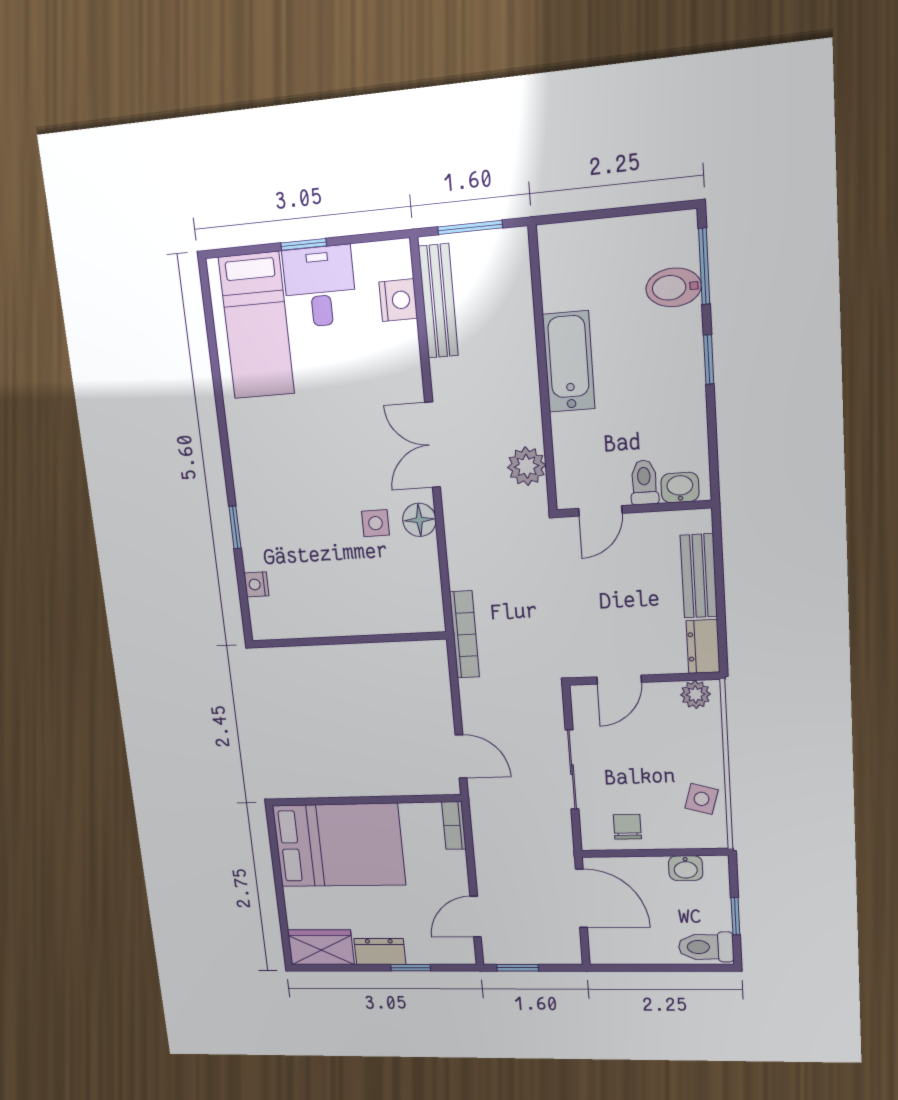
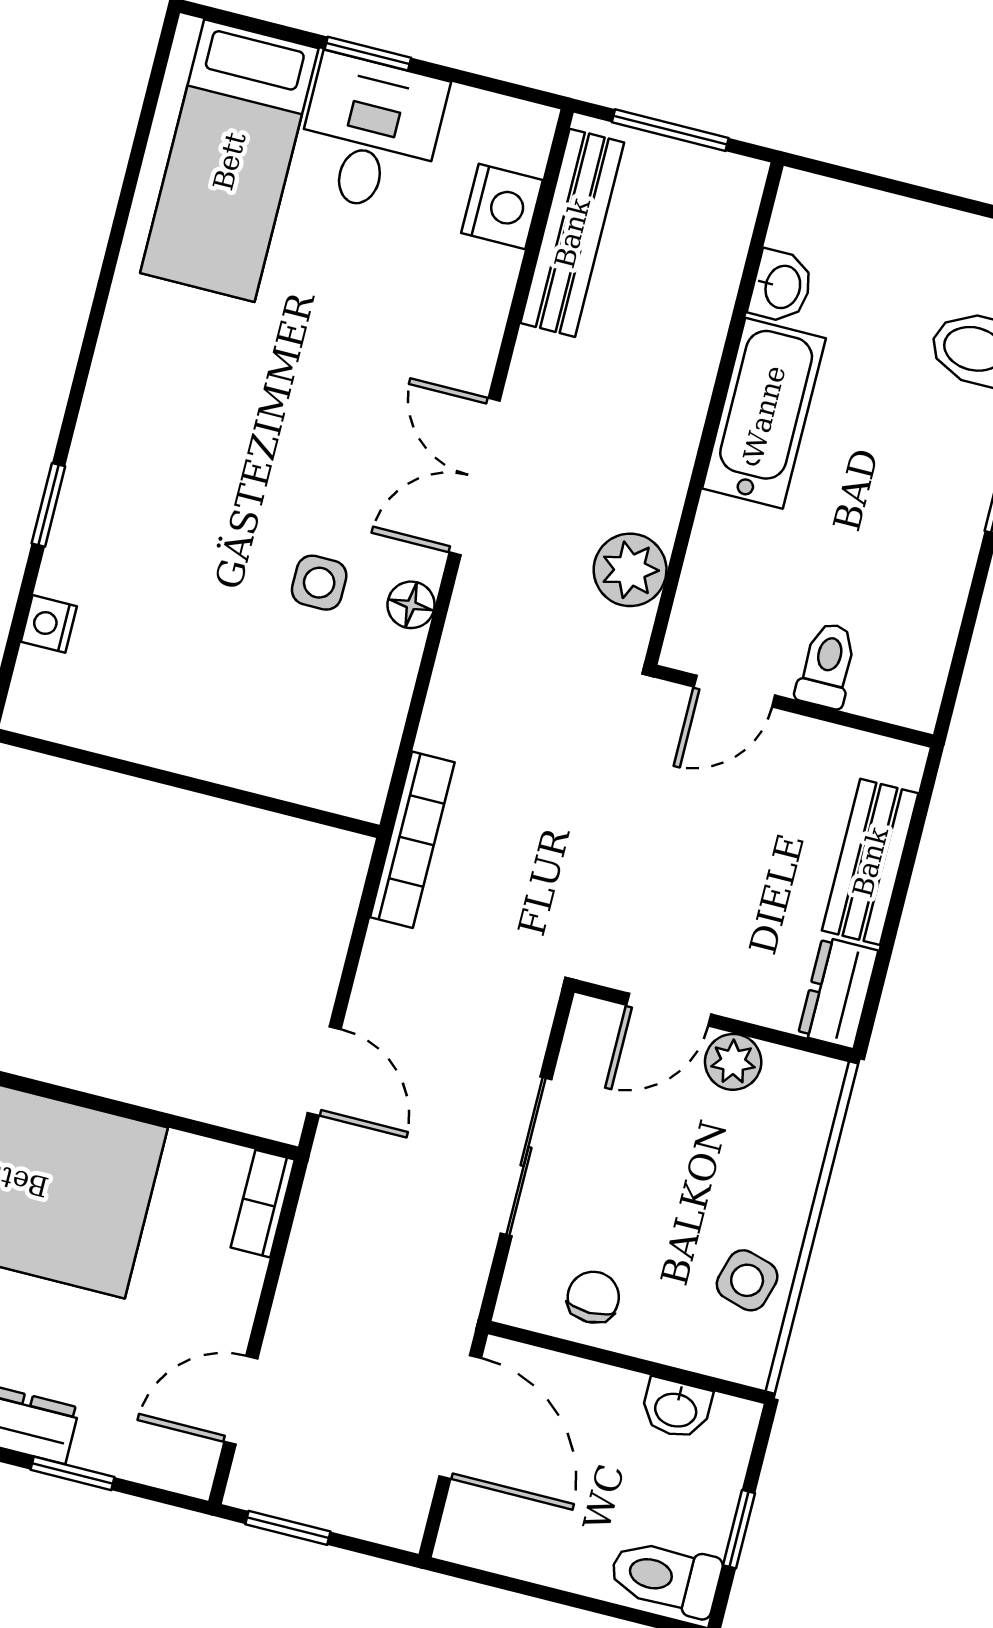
washbasin: (680, 488) -> (781, 287), moved, turned 90
floor lamp: (419, 520) -> (411, 605), width x0.73, depth x0.73
plant: (696, 694) -> (733, 1062), moved

